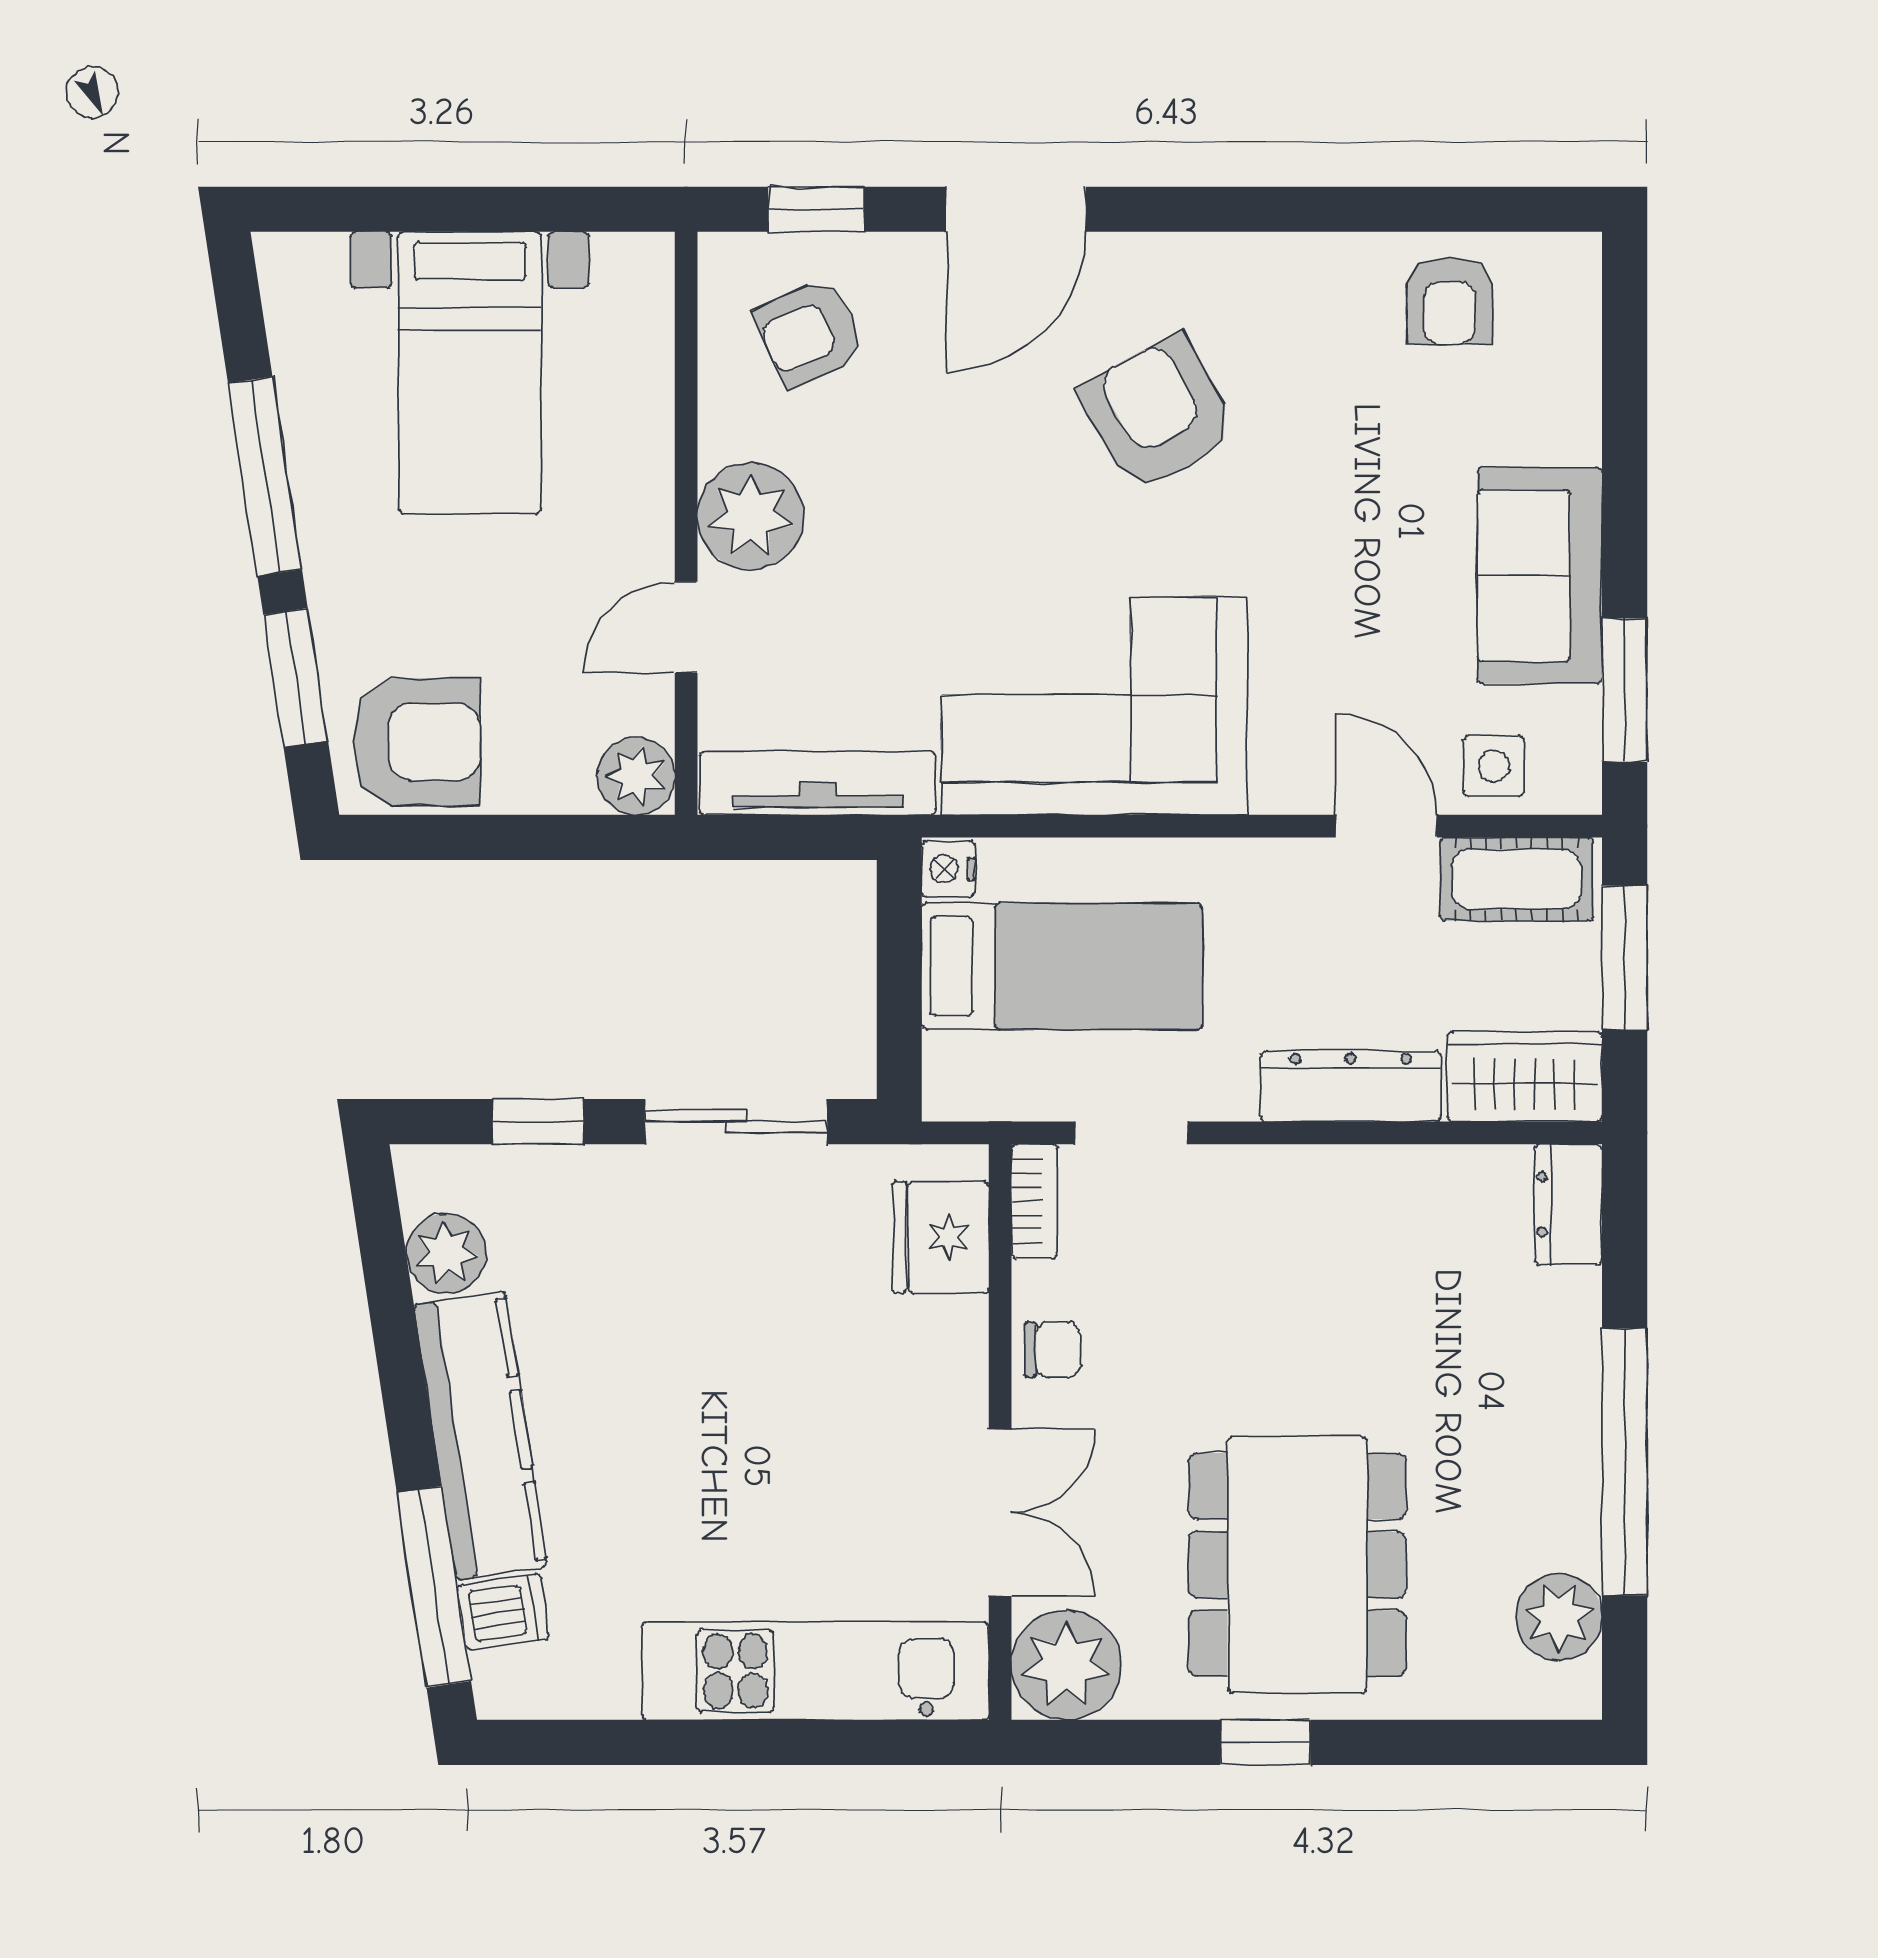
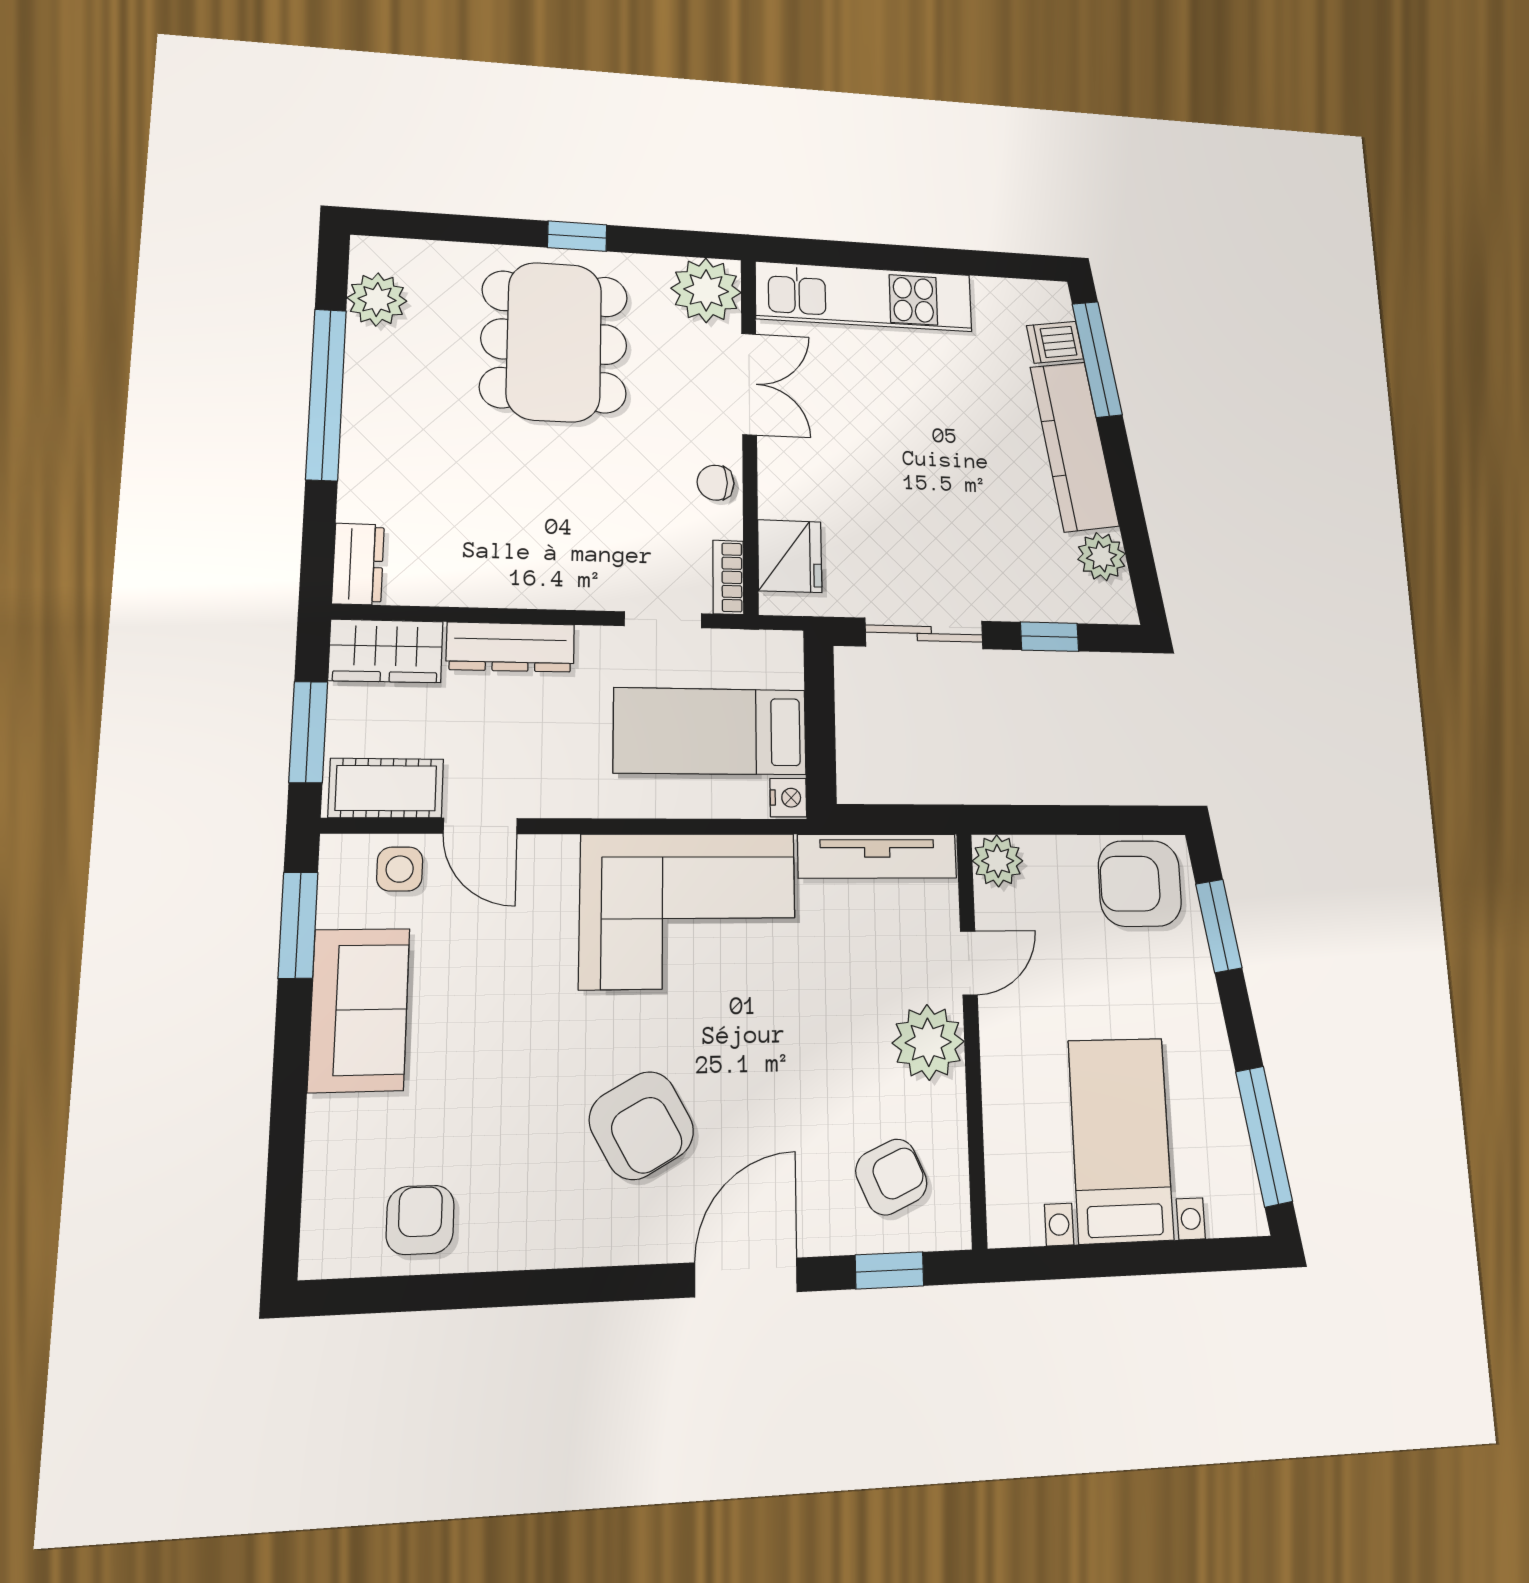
window: (265, 476) -> (1264, 1136), moved
double door: (1000, 1513) -> (749, 384), swing flipped

